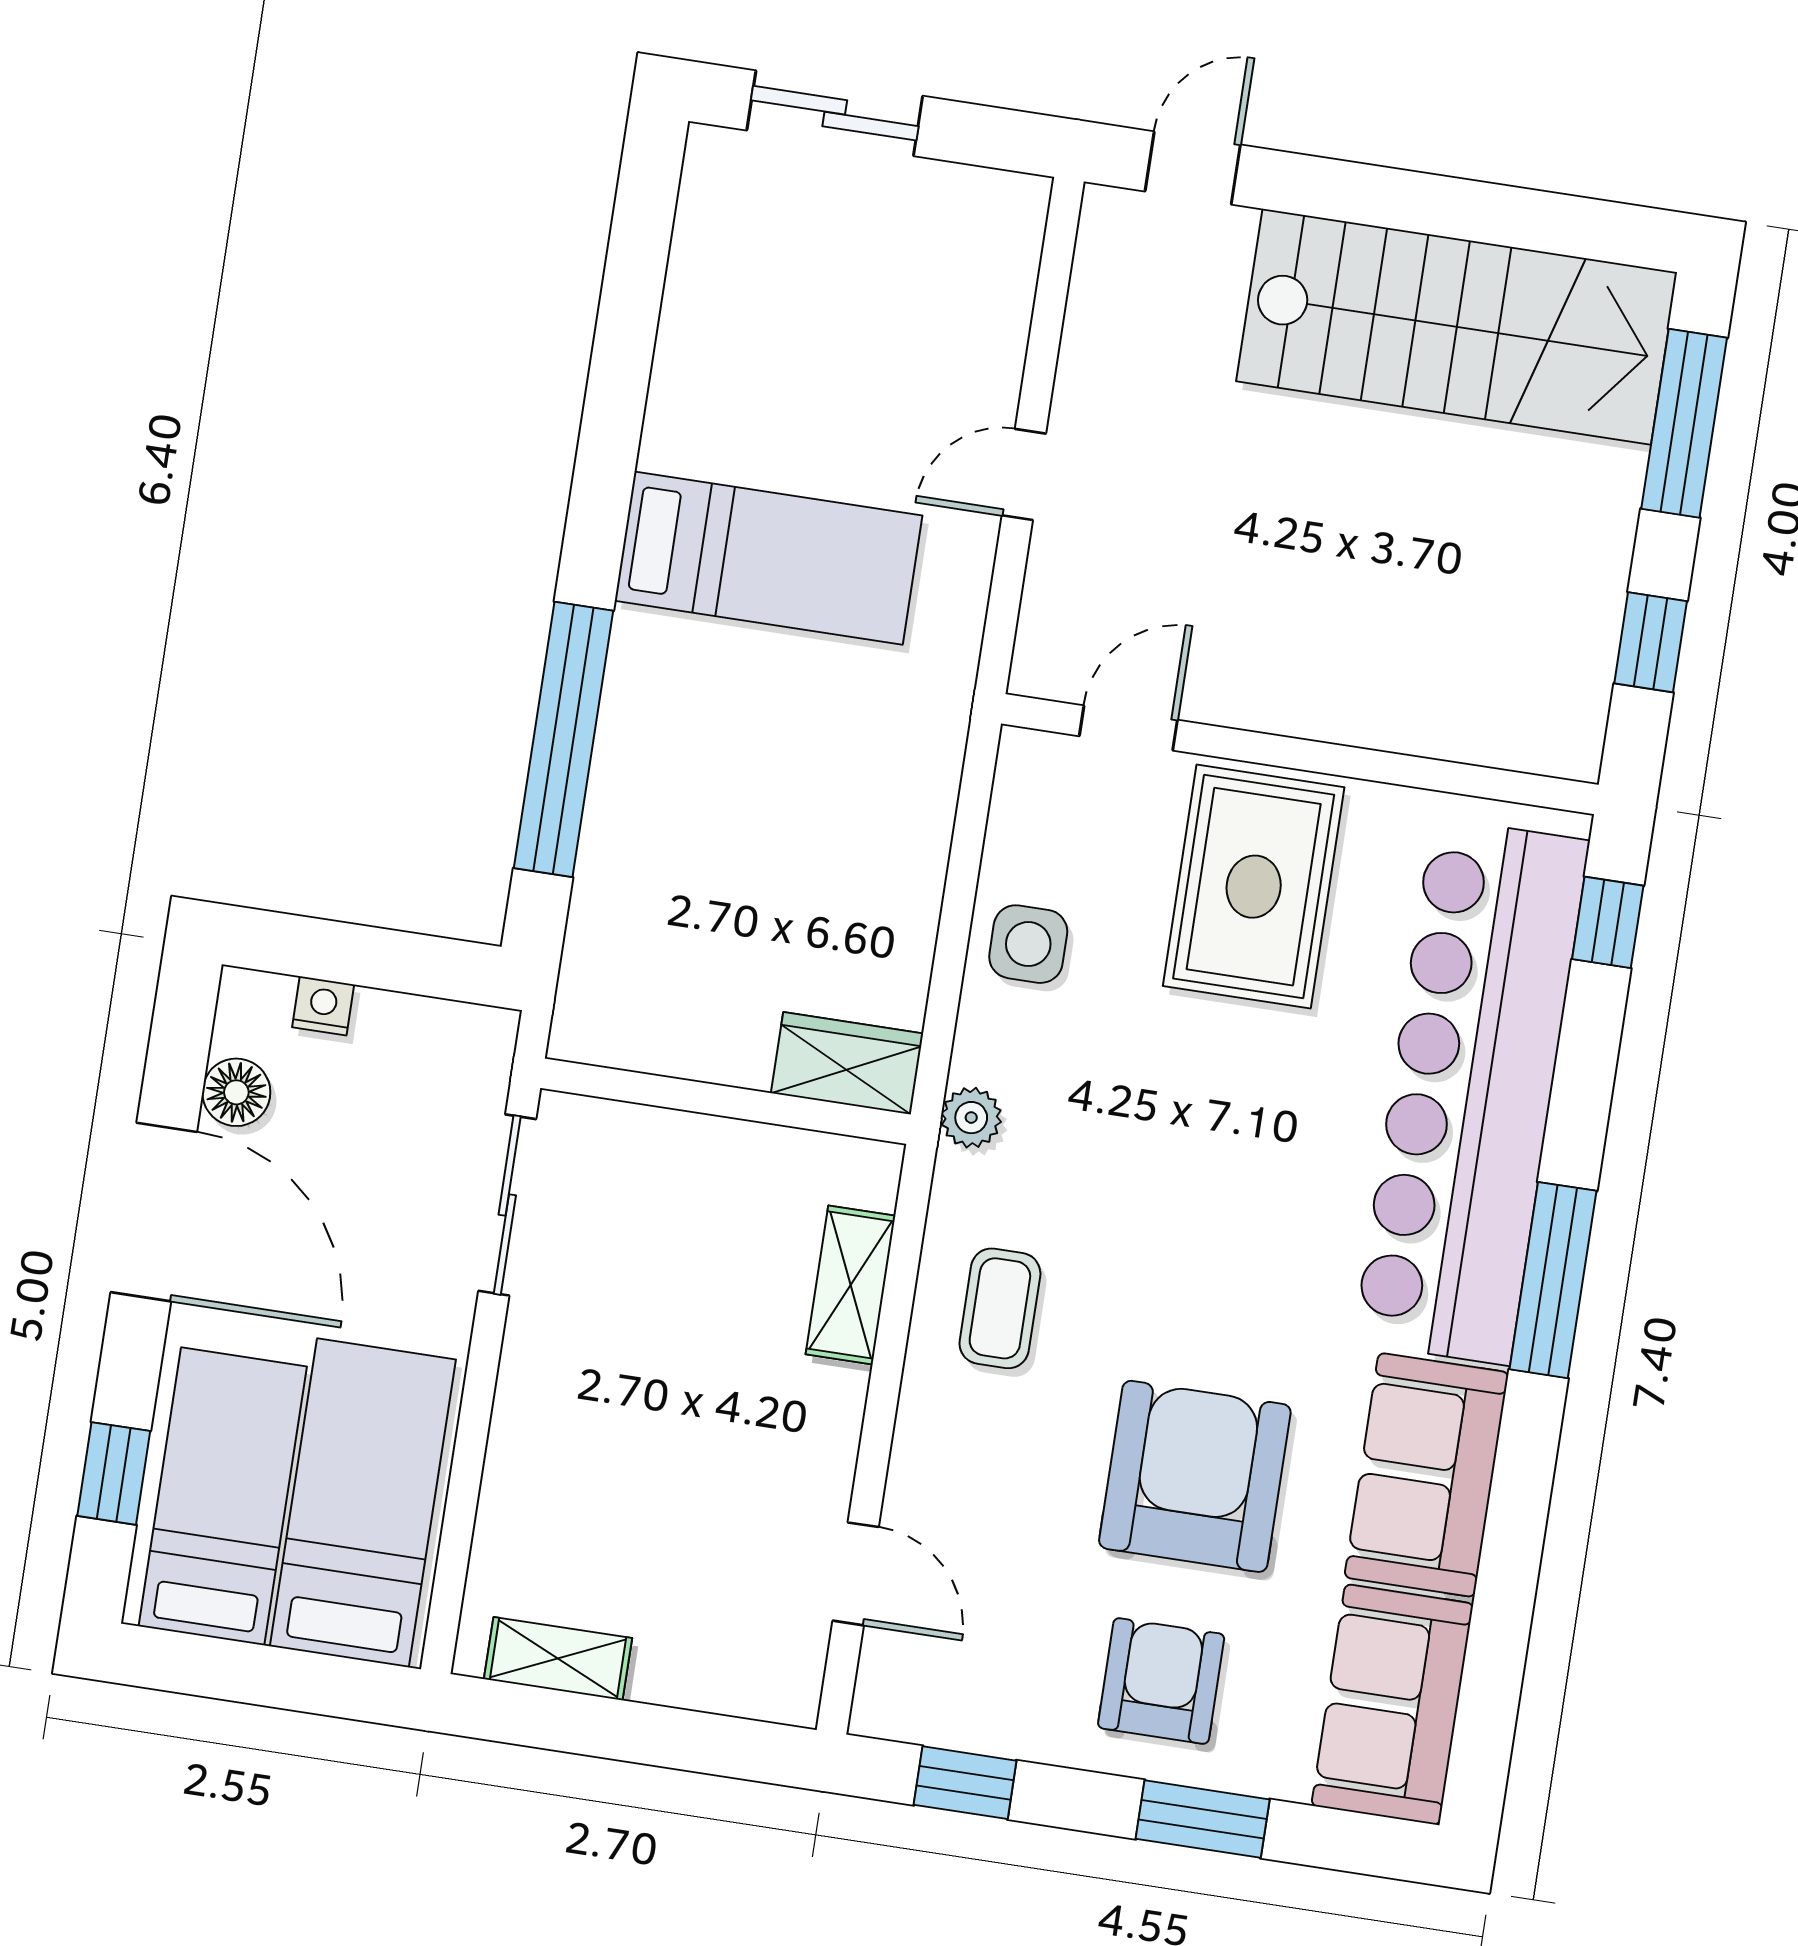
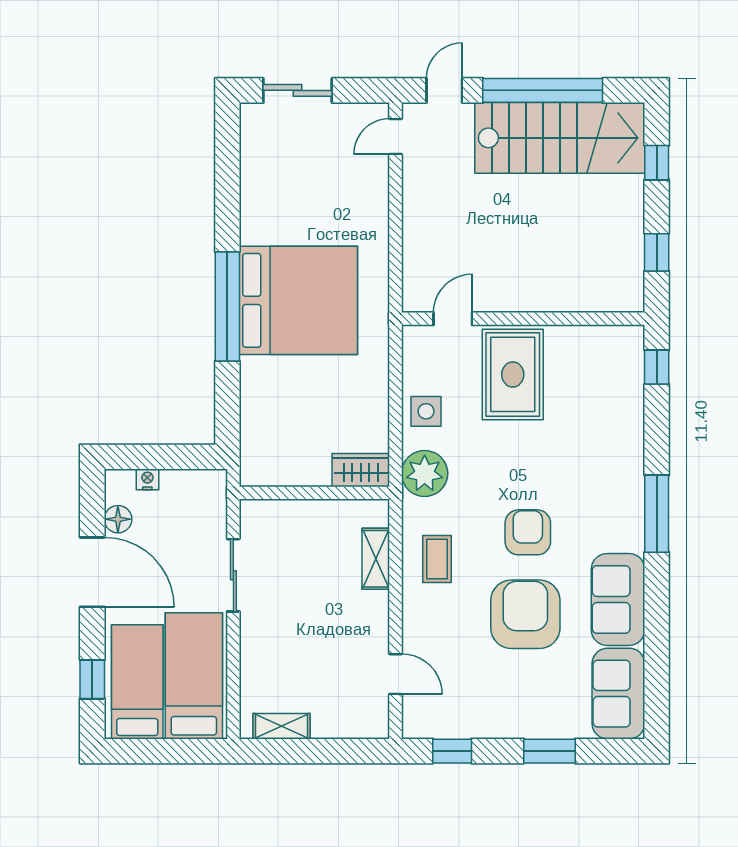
window: (1433, 205) -> (543, 90), added
window: (1684, 423) -> (657, 163), width x0.46
door: (1024, 474) -> (396, 137), moved
bed: (769, 558) -> (298, 300), width x2.04
window: (563, 739) -> (227, 306), moved
bar counter: (1471, 1091) -> (613, 443), removed
plant: (971, 1118) -> (425, 474), width x1.88, depth x1.88
sliding door: (507, 1205) -> (233, 575), moved
armchair: (1161, 1681) -> (528, 532), moved

